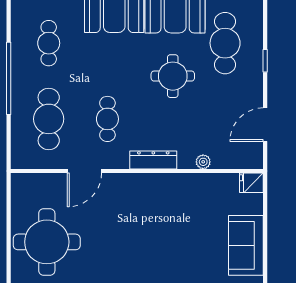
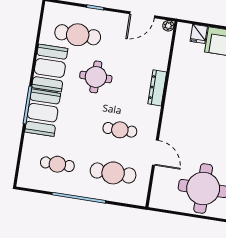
door: (265, 125) -> (142, 15), hinge flipped
dresser: (153, 160) -> (157, 88), moved
plant: (203, 162) -> (168, 26), moved
fridge: (251, 183) -> (199, 34), moved

